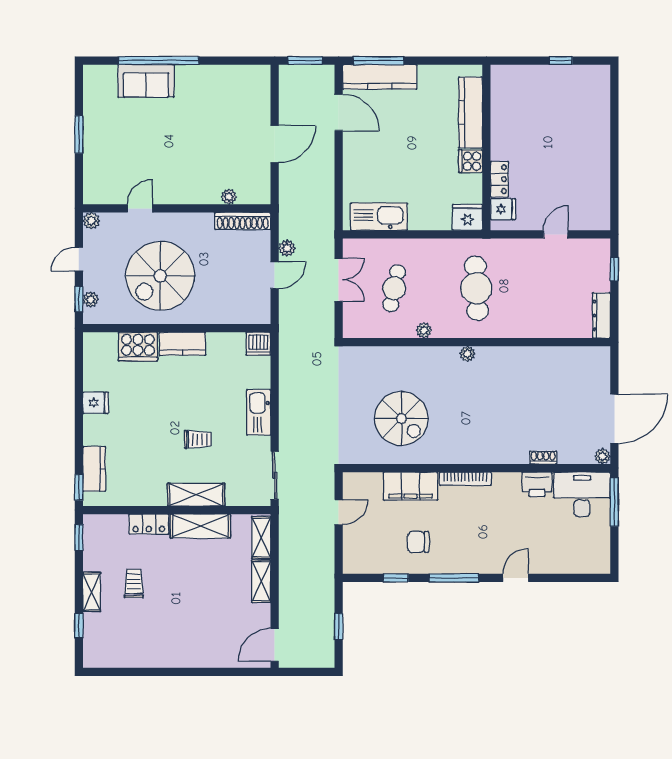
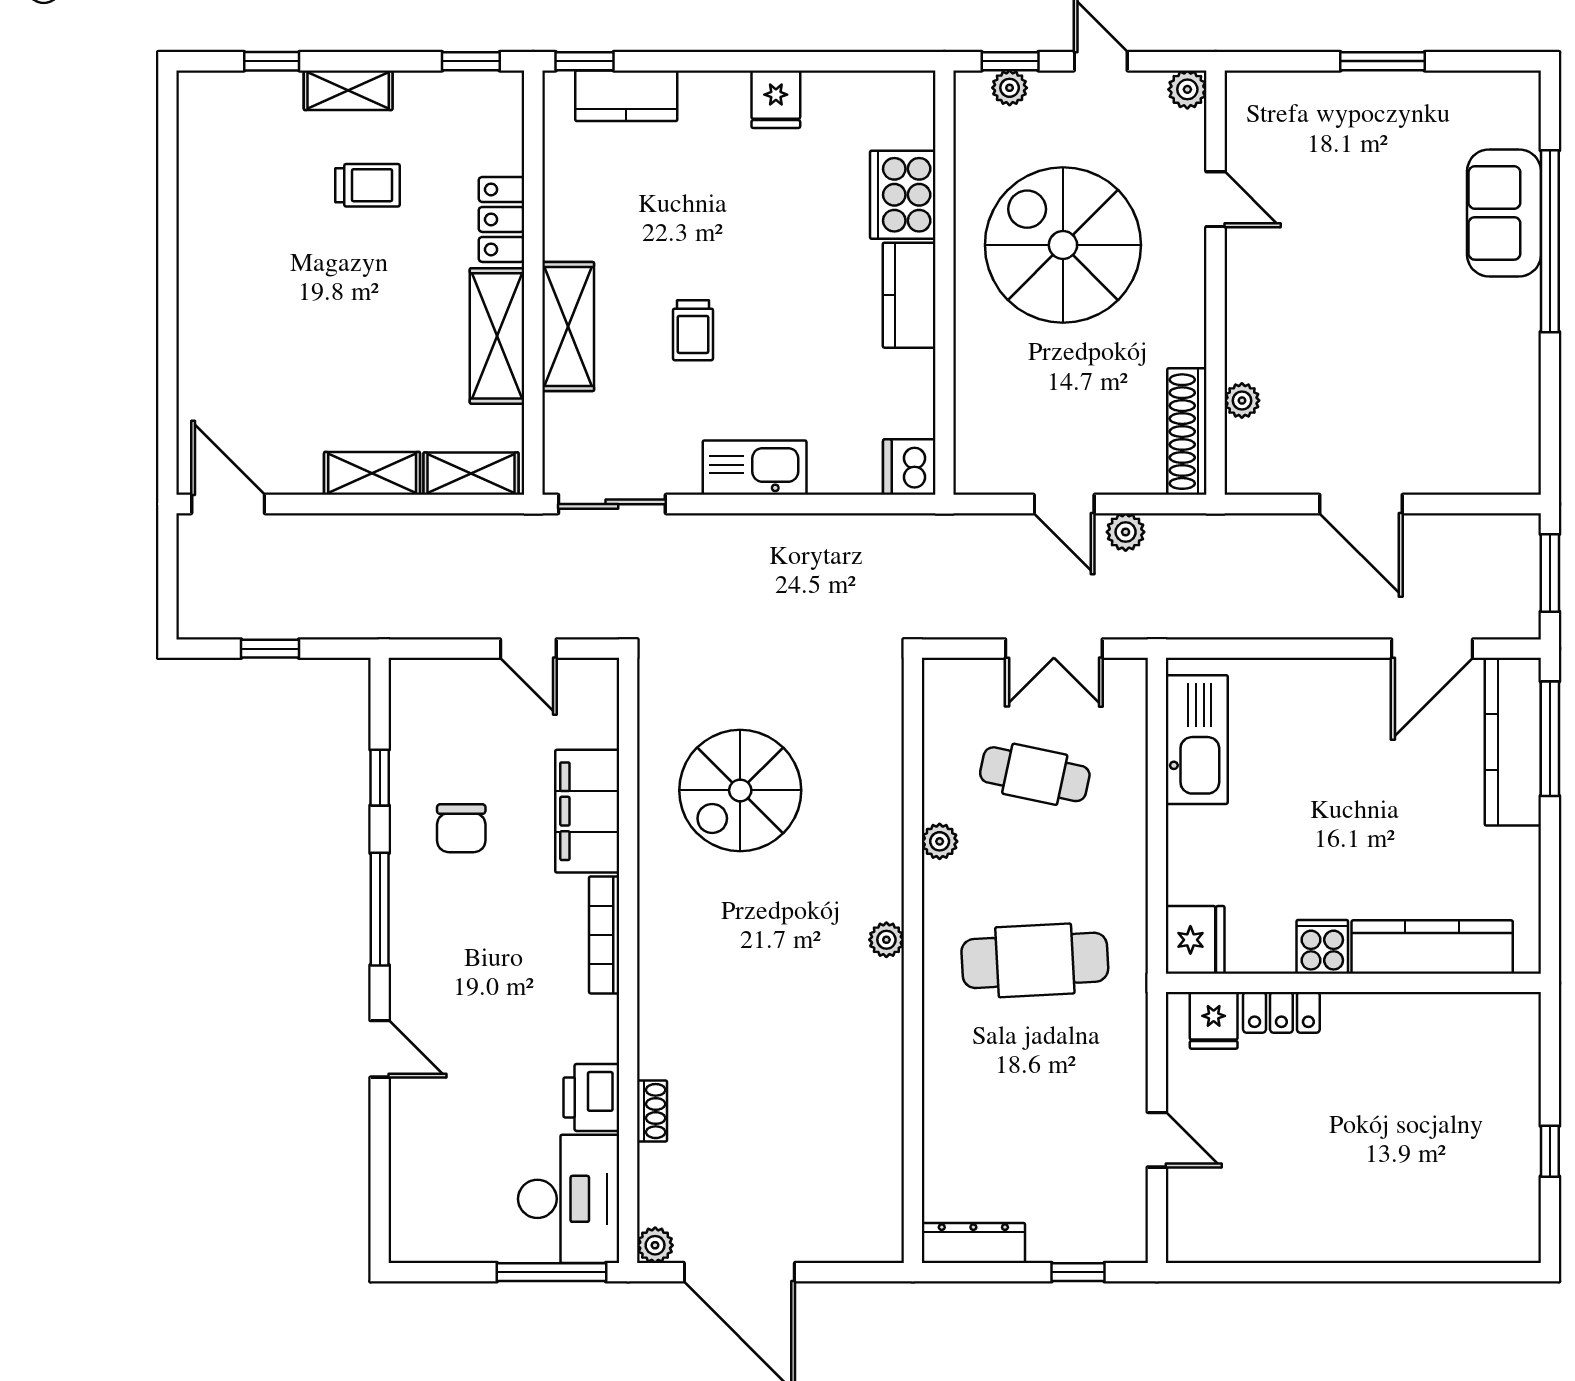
chair: (418, 542) -> (461, 828), turned 180

